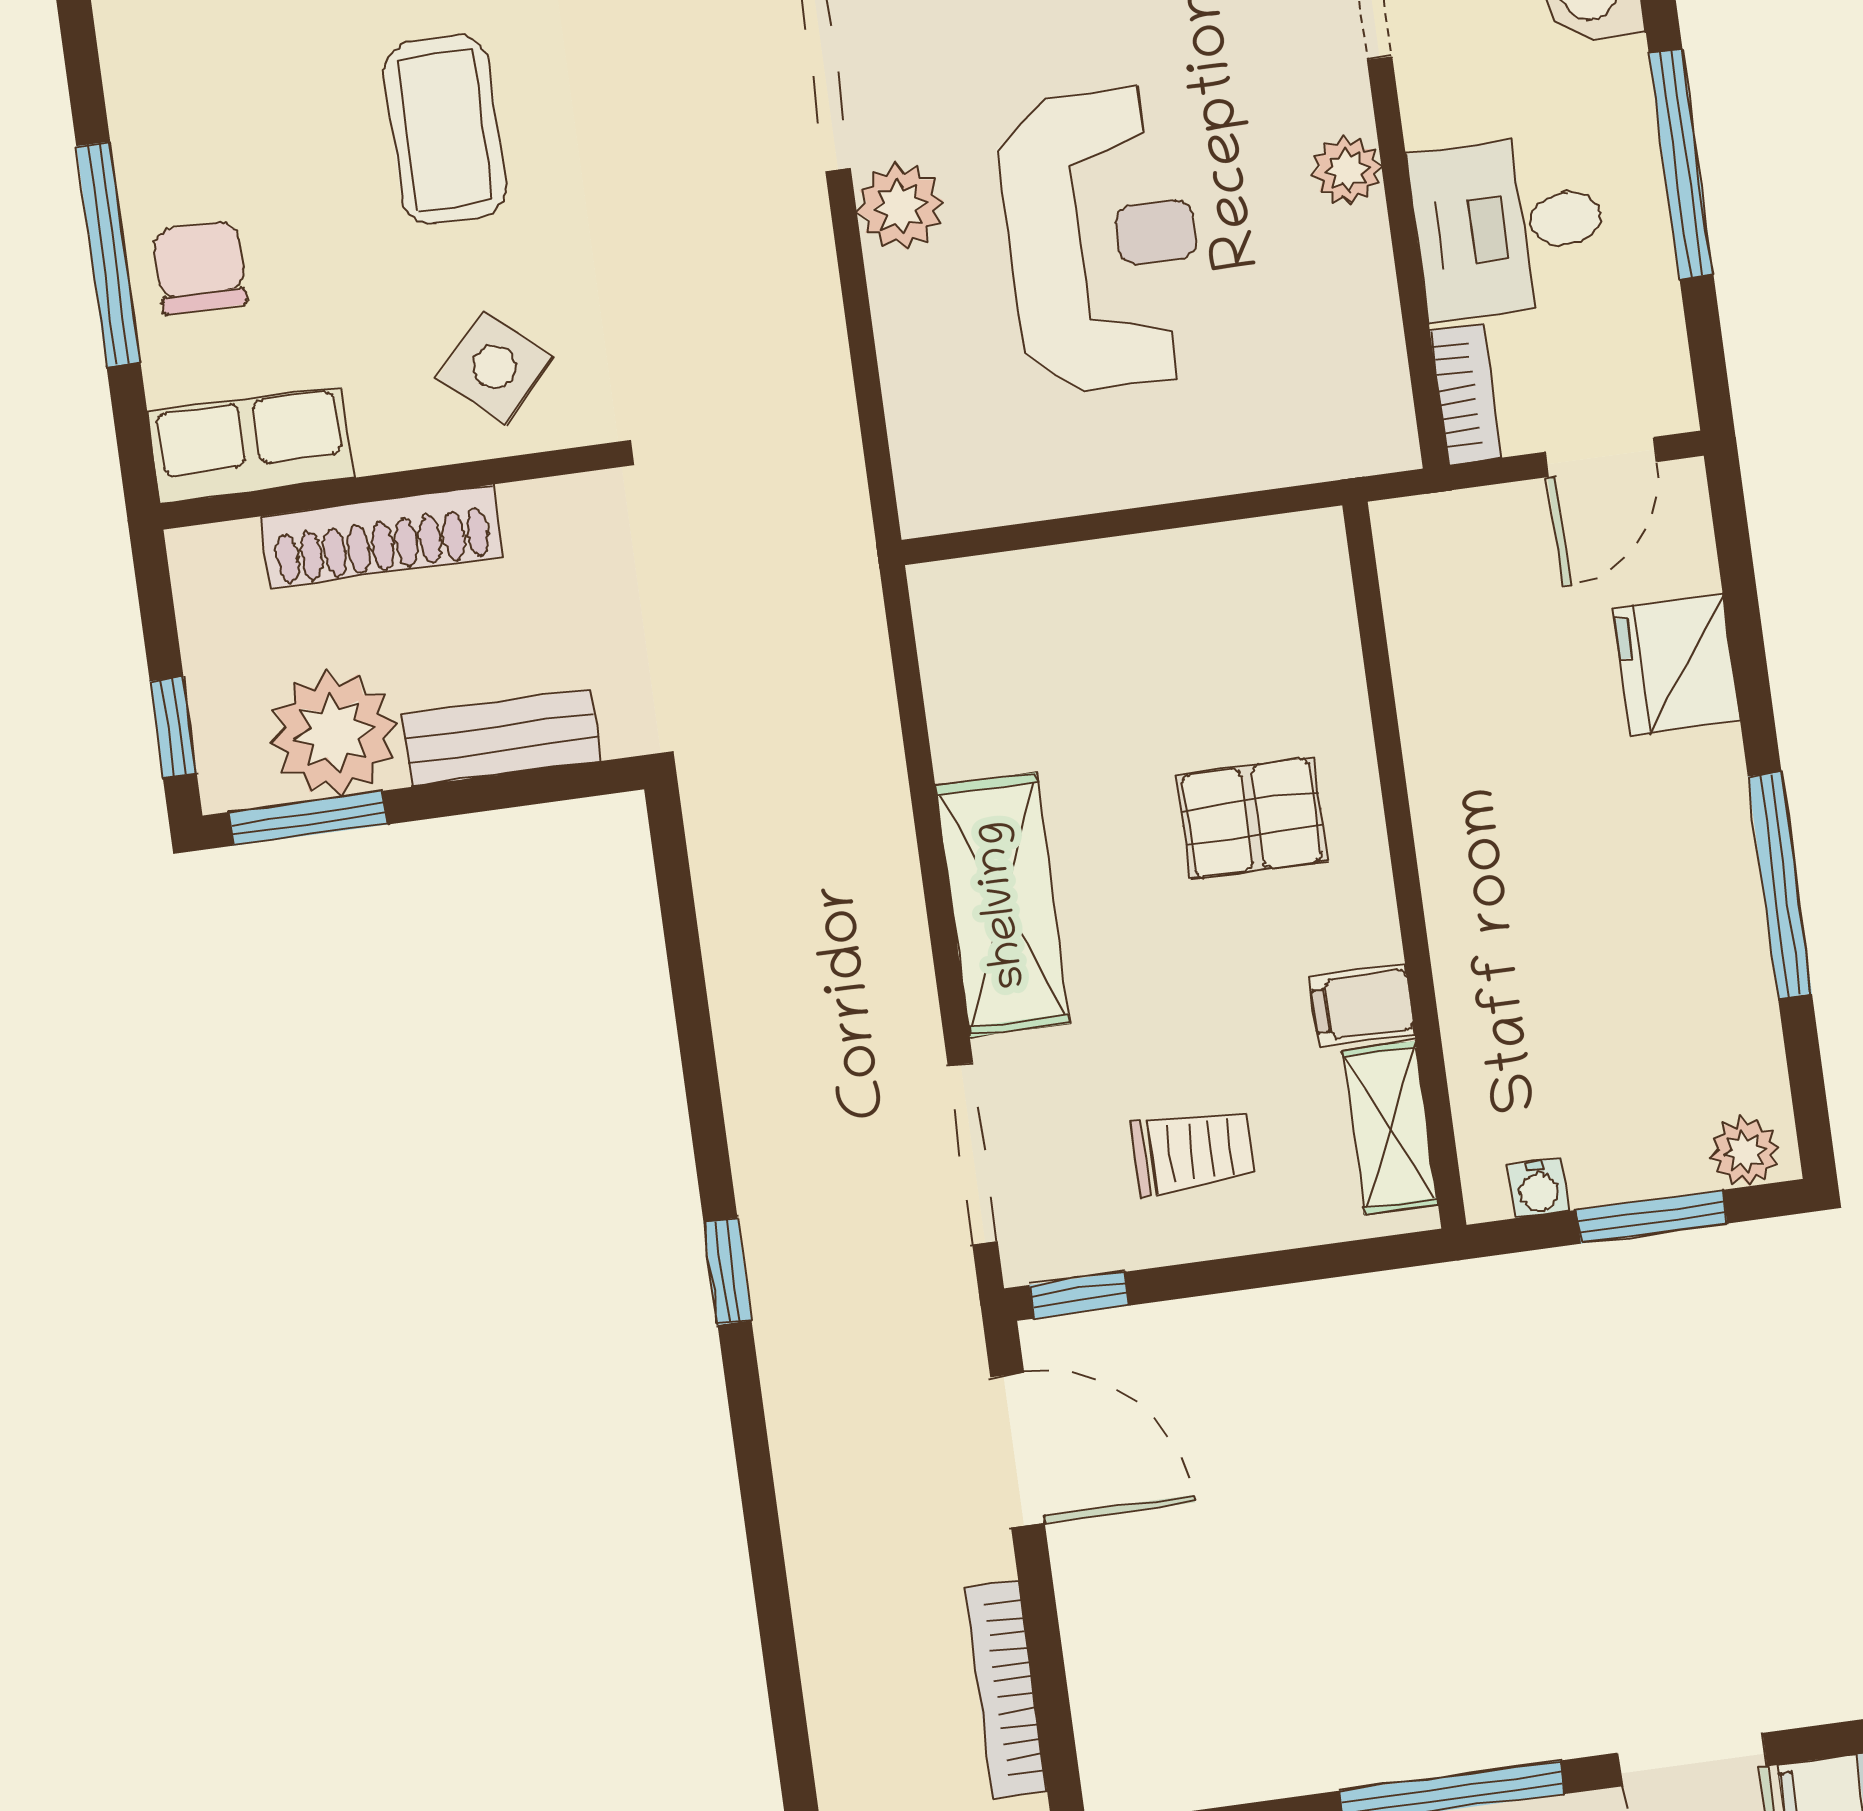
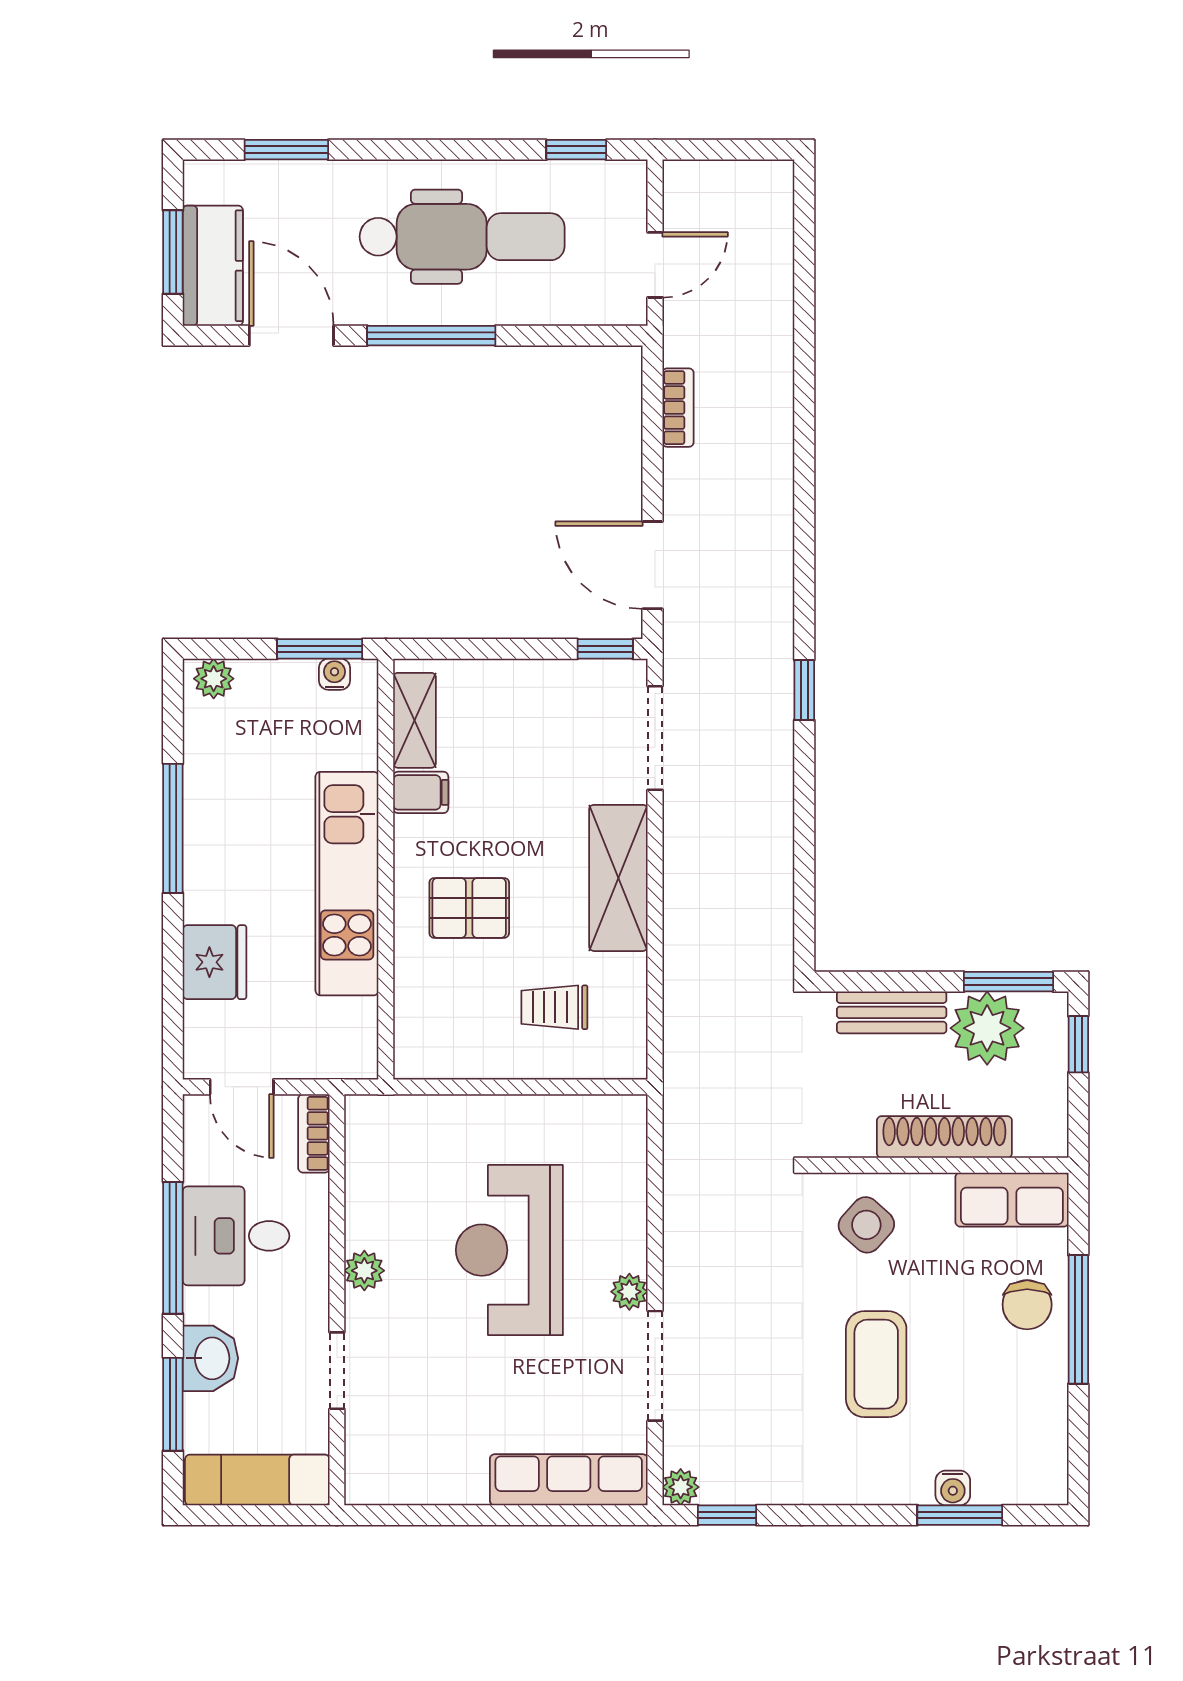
plant: (900, 206) -> (629, 1292), width x0.73, depth x0.73
desk: (1509, 226) -> (236, 1236), moved, turned 180
door: (1601, 457) -> (242, 1087), swing flipped
kitchen unit: (1468, 831) -> (347, 884), added
trolley: (1193, 1151) -> (554, 1007), moved
window: (1652, 1217) -> (320, 649), moved
bookcase: (1006, 1689) -> (678, 408), width x0.64

